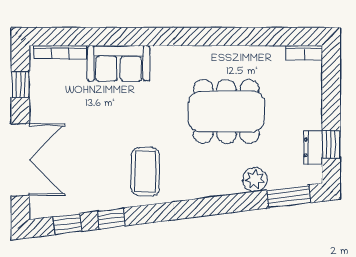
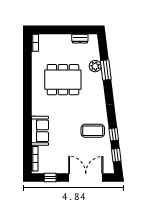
dining table: (226, 111) -> (63, 80), turned 90
window: (331, 144) -> (78, 30), removed
coffee table: (145, 172) -> (93, 131), moved
window: (288, 196) -> (106, 70), moved

